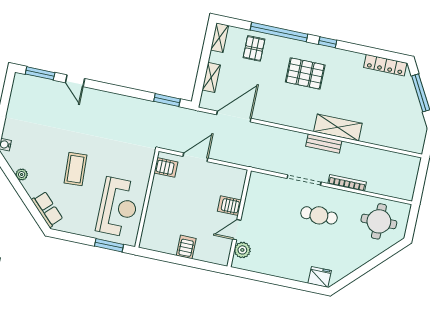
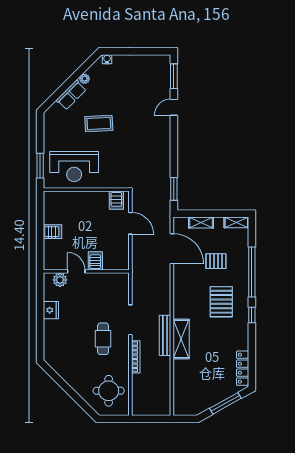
pallet: (254, 48) -> (216, 261), moved
bench: (324, 144) -> (165, 335), width x1.36
row of seats: (47, 209) -> (71, 95), moved
fridge: (320, 277) -> (51, 310), moved

